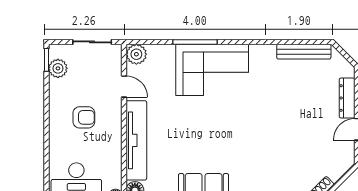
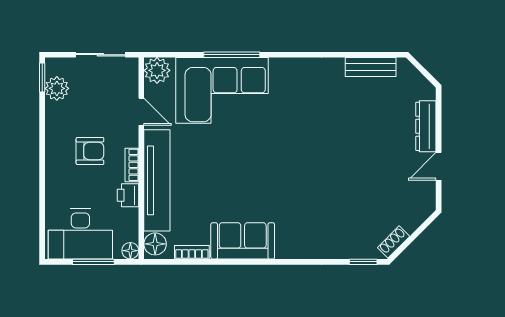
bench: (304, 52) -> (371, 67), width x0.73
corner sofa: (212, 70) -> (222, 90), moved
bookcase: (117, 128) -> (132, 165), added
printer: (114, 152) -> (128, 195), added

